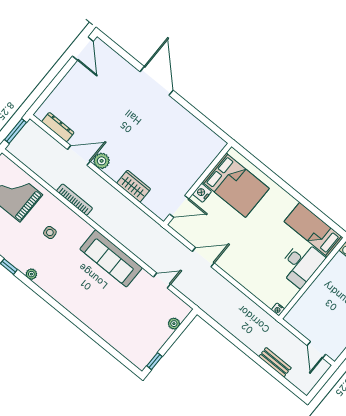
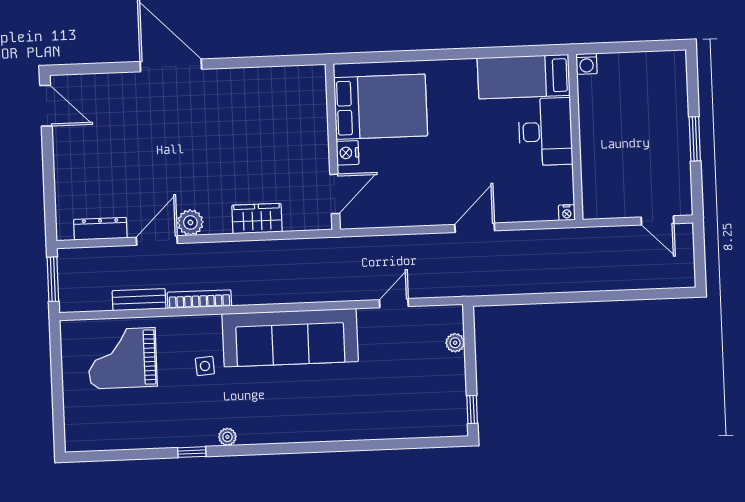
door: (203, 257) -> (475, 228), moved
sofa: (111, 258) -> (290, 338), width x1.36, depth x1.27
bench: (275, 362) -> (139, 300), moved

